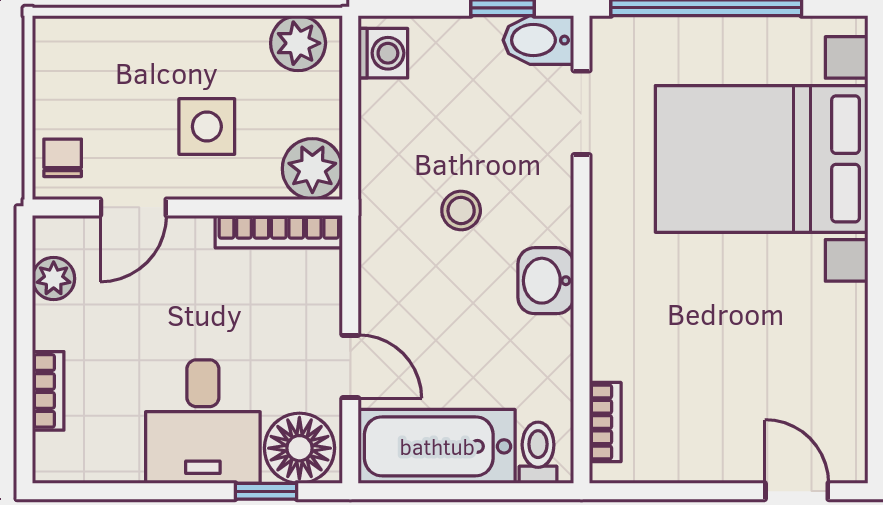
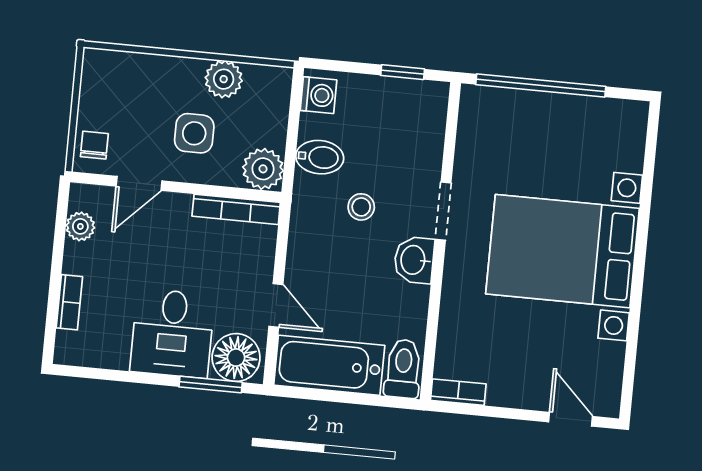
bidet: (538, 40) -> (320, 157), moved, turned 180
plant: (298, 43) -> (224, 79), moved
doorway: (582, 113) -> (443, 211), moved
bed with nightstands: (762, 159) -> (563, 251), moved
bookcase: (605, 422) -> (458, 392), moved, turned -90
toilet: (538, 453) -> (403, 369), width x1.37, depth x1.39
window: (266, 491) -> (211, 385), width x1.50

